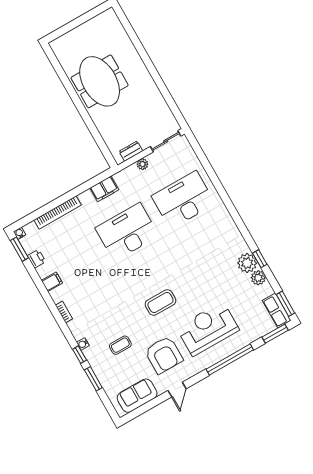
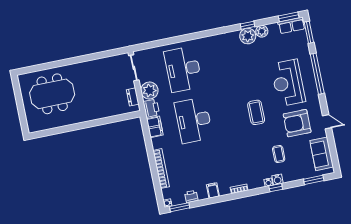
meeting table: (100, 81) -> (52, 94), moved
plant: (143, 164) -> (149, 91), width x1.88, depth x1.88
printer: (125, 177) -> (151, 108), added
water cooler: (90, 354) -> (277, 179), added
armchair: (164, 355) -> (297, 123), turned 180
window: (93, 379) -> (314, 180), moved

